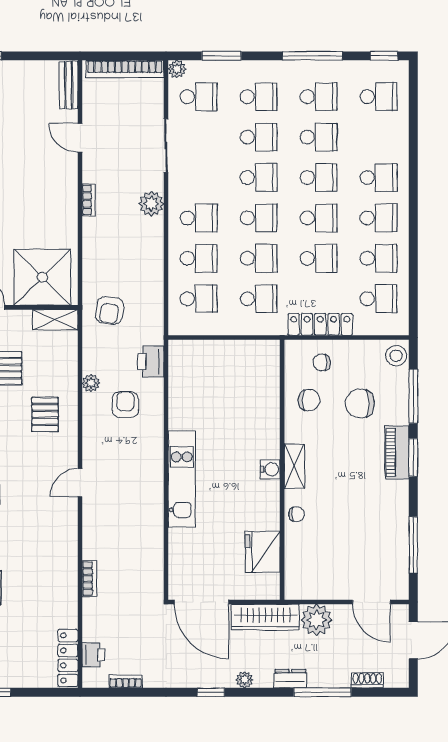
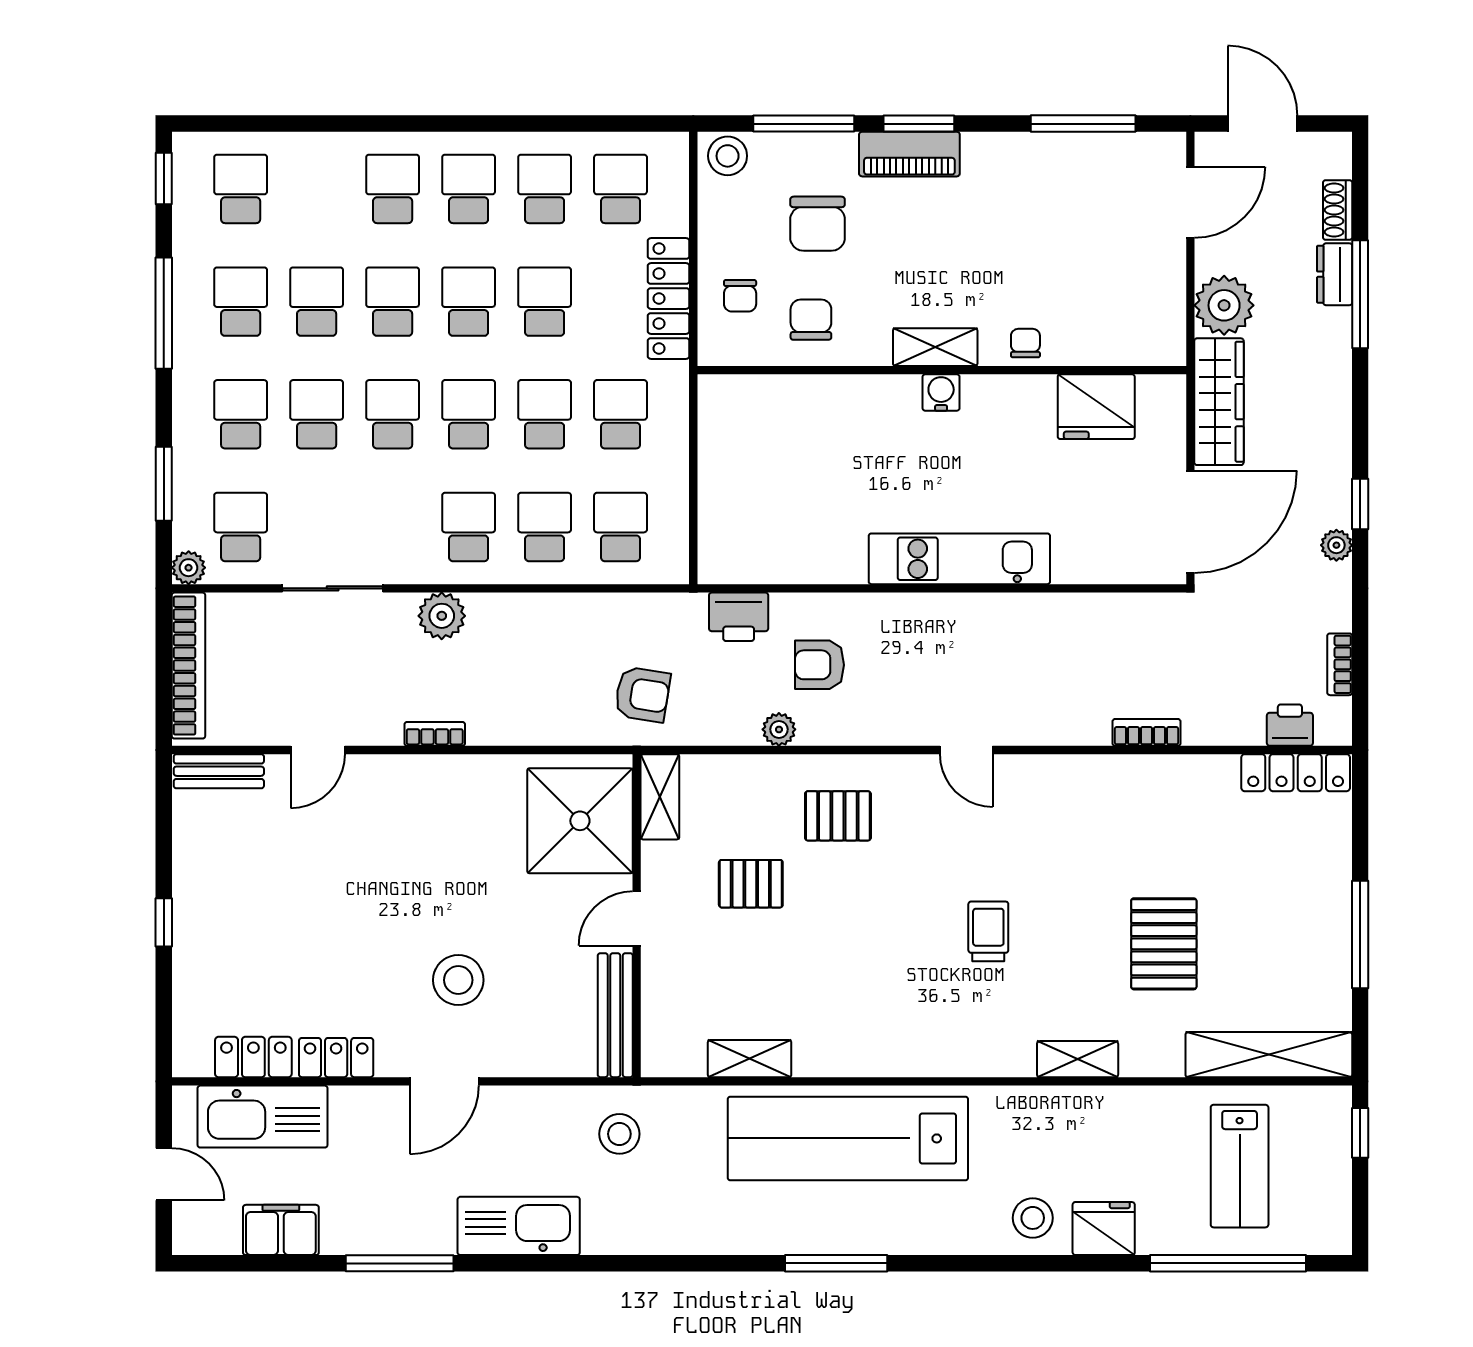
dresser: (290, 679) -> (1335, 274), moved
plant: (245, 680) -> (1336, 545), moved

